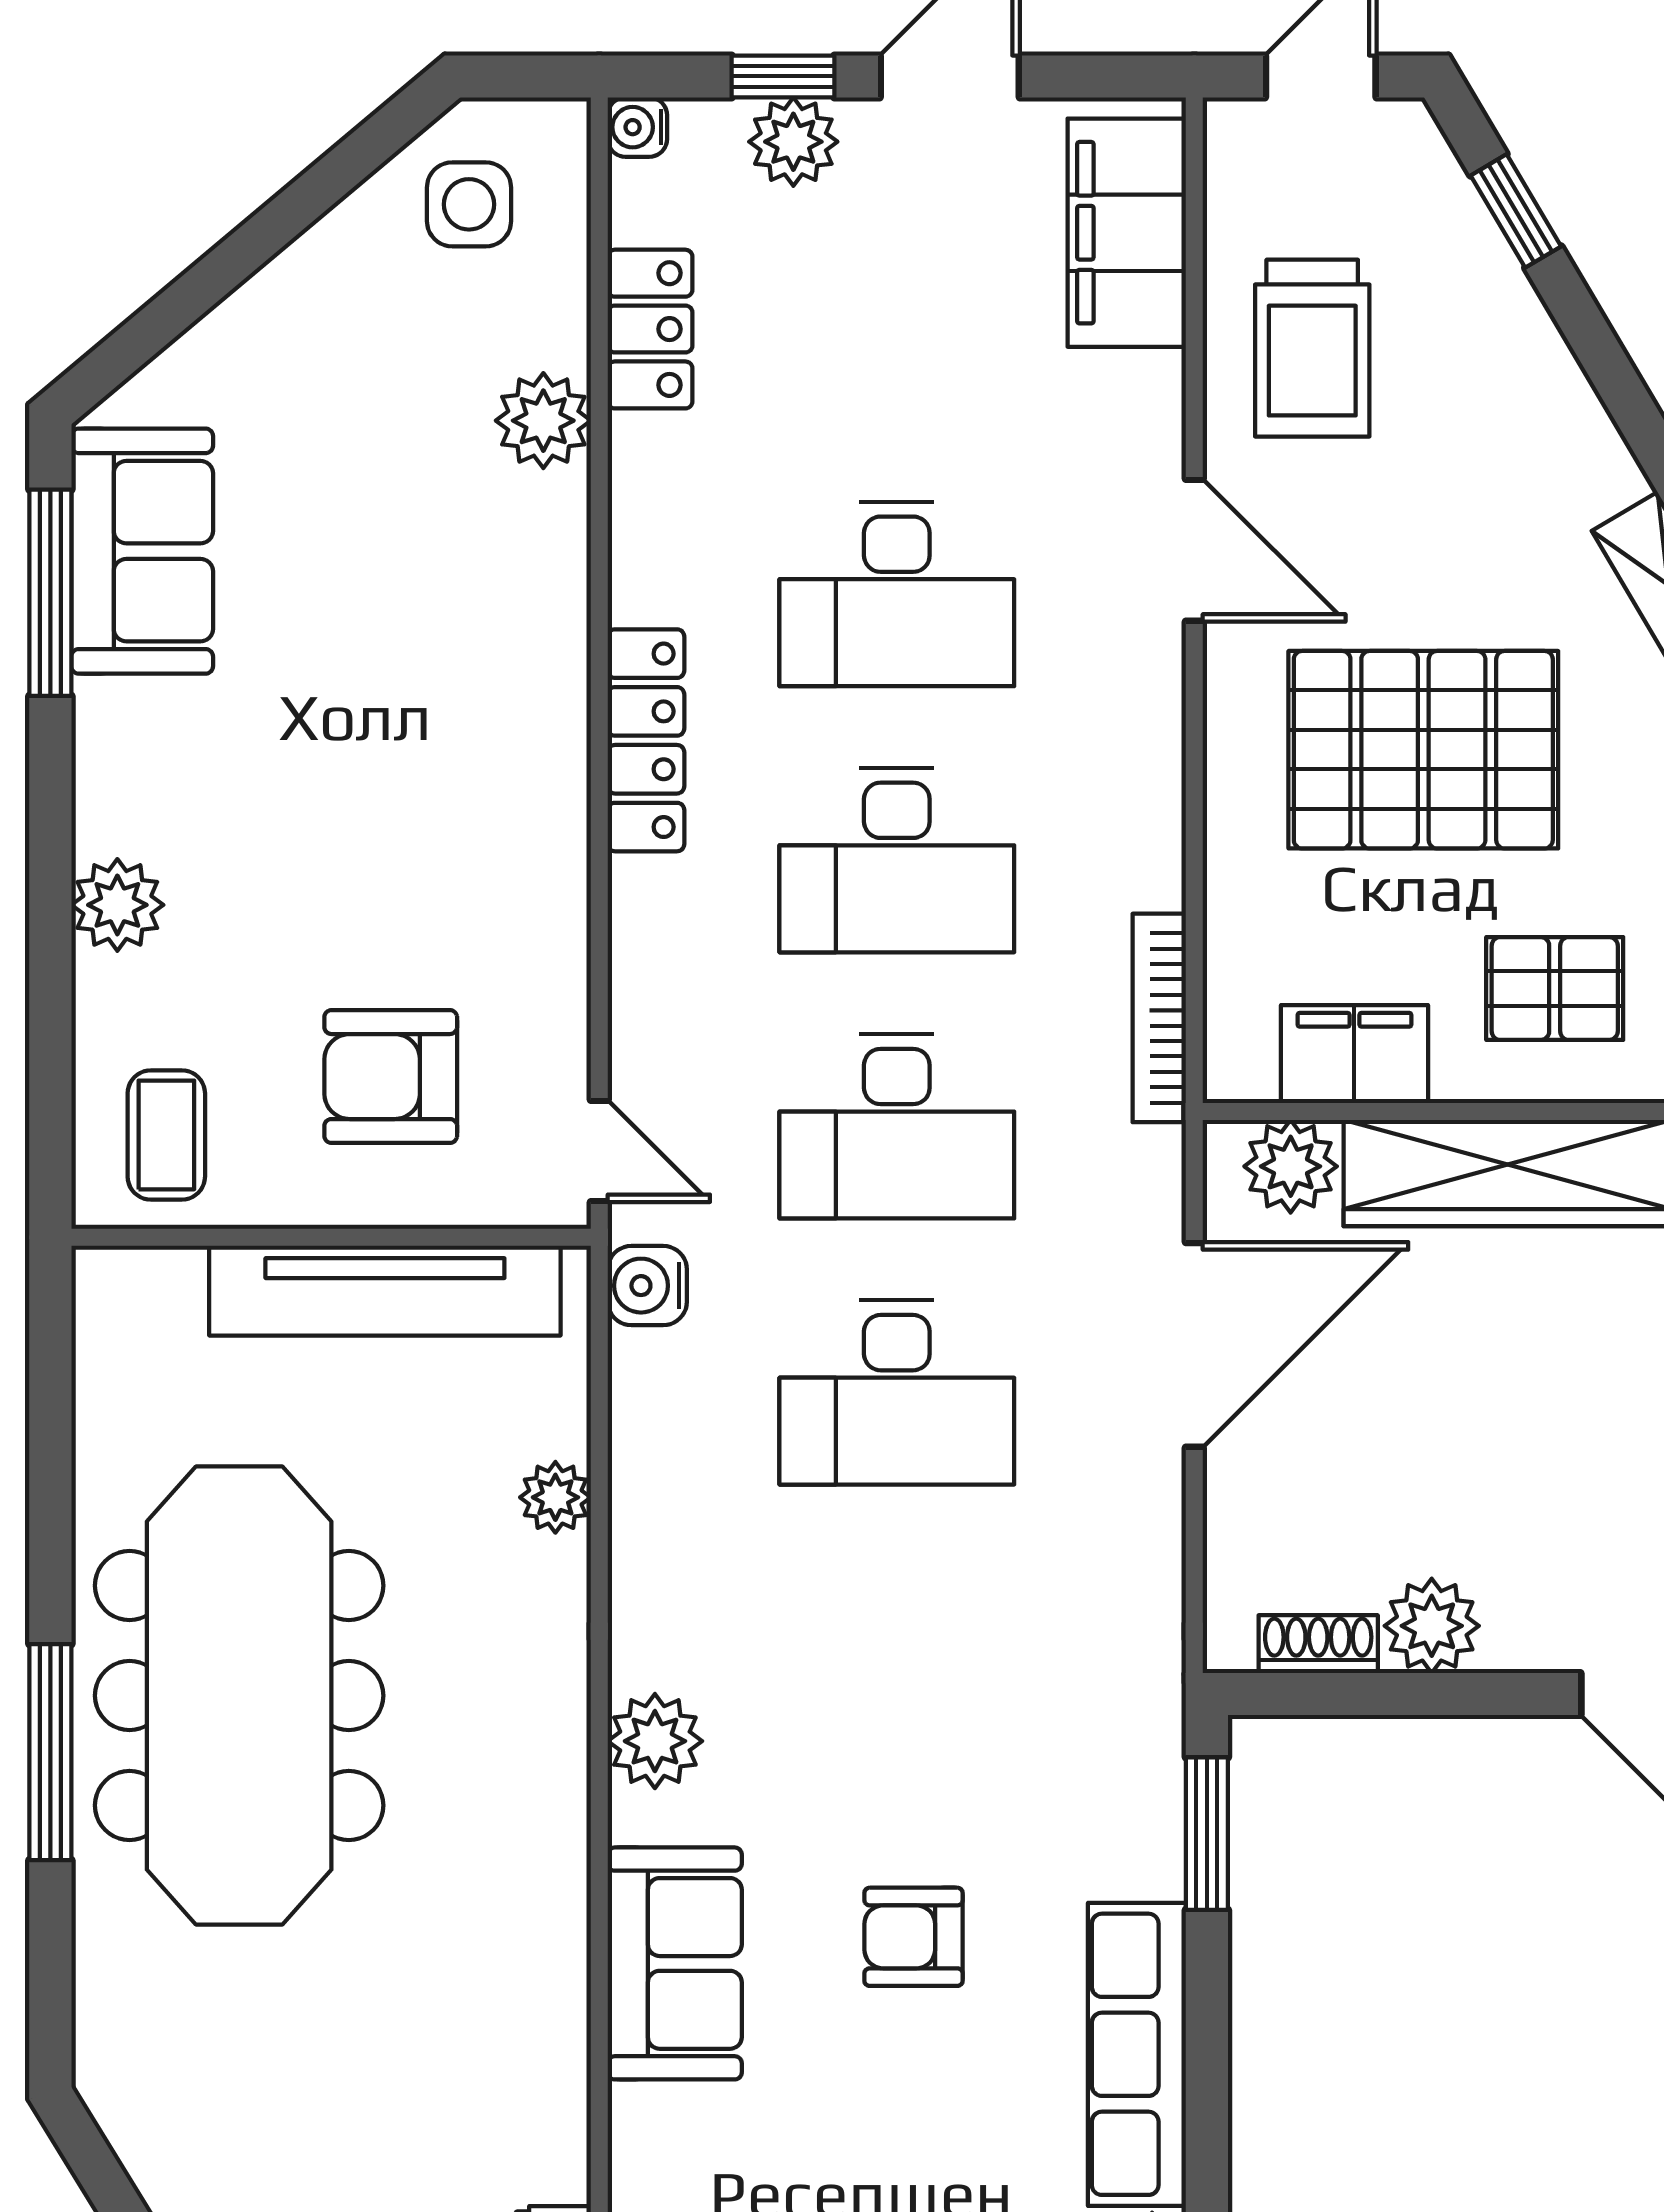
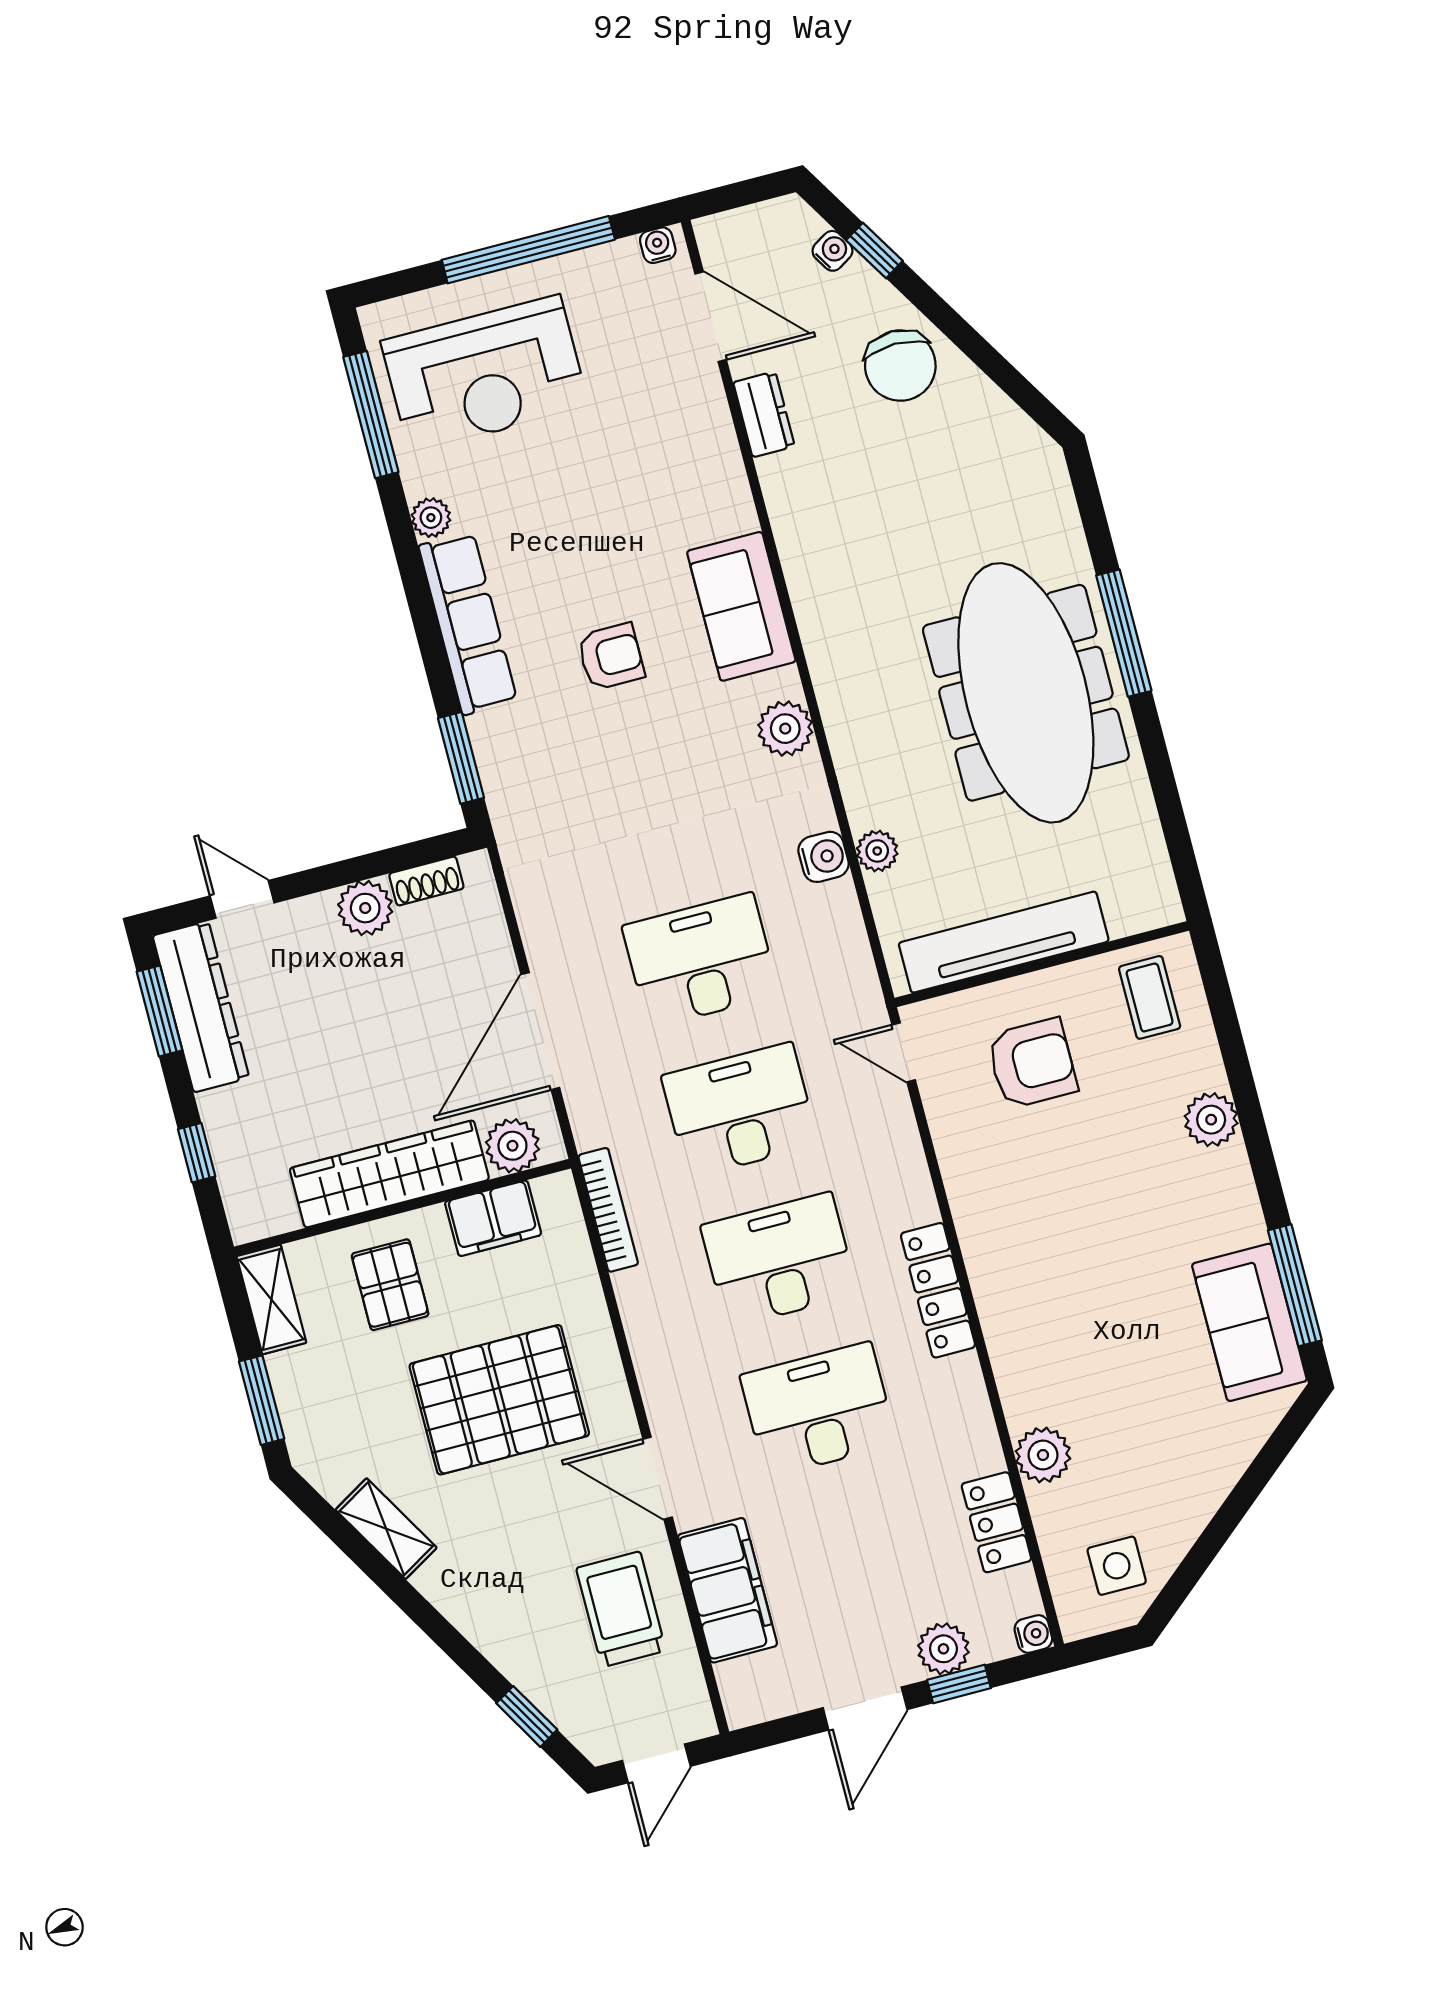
filing cabinet: (1127, 233) -> (728, 1590), moved
pallet: (1555, 989) -> (390, 1285), turned 90
water cooler: (647, 1286) -> (824, 857), moved

